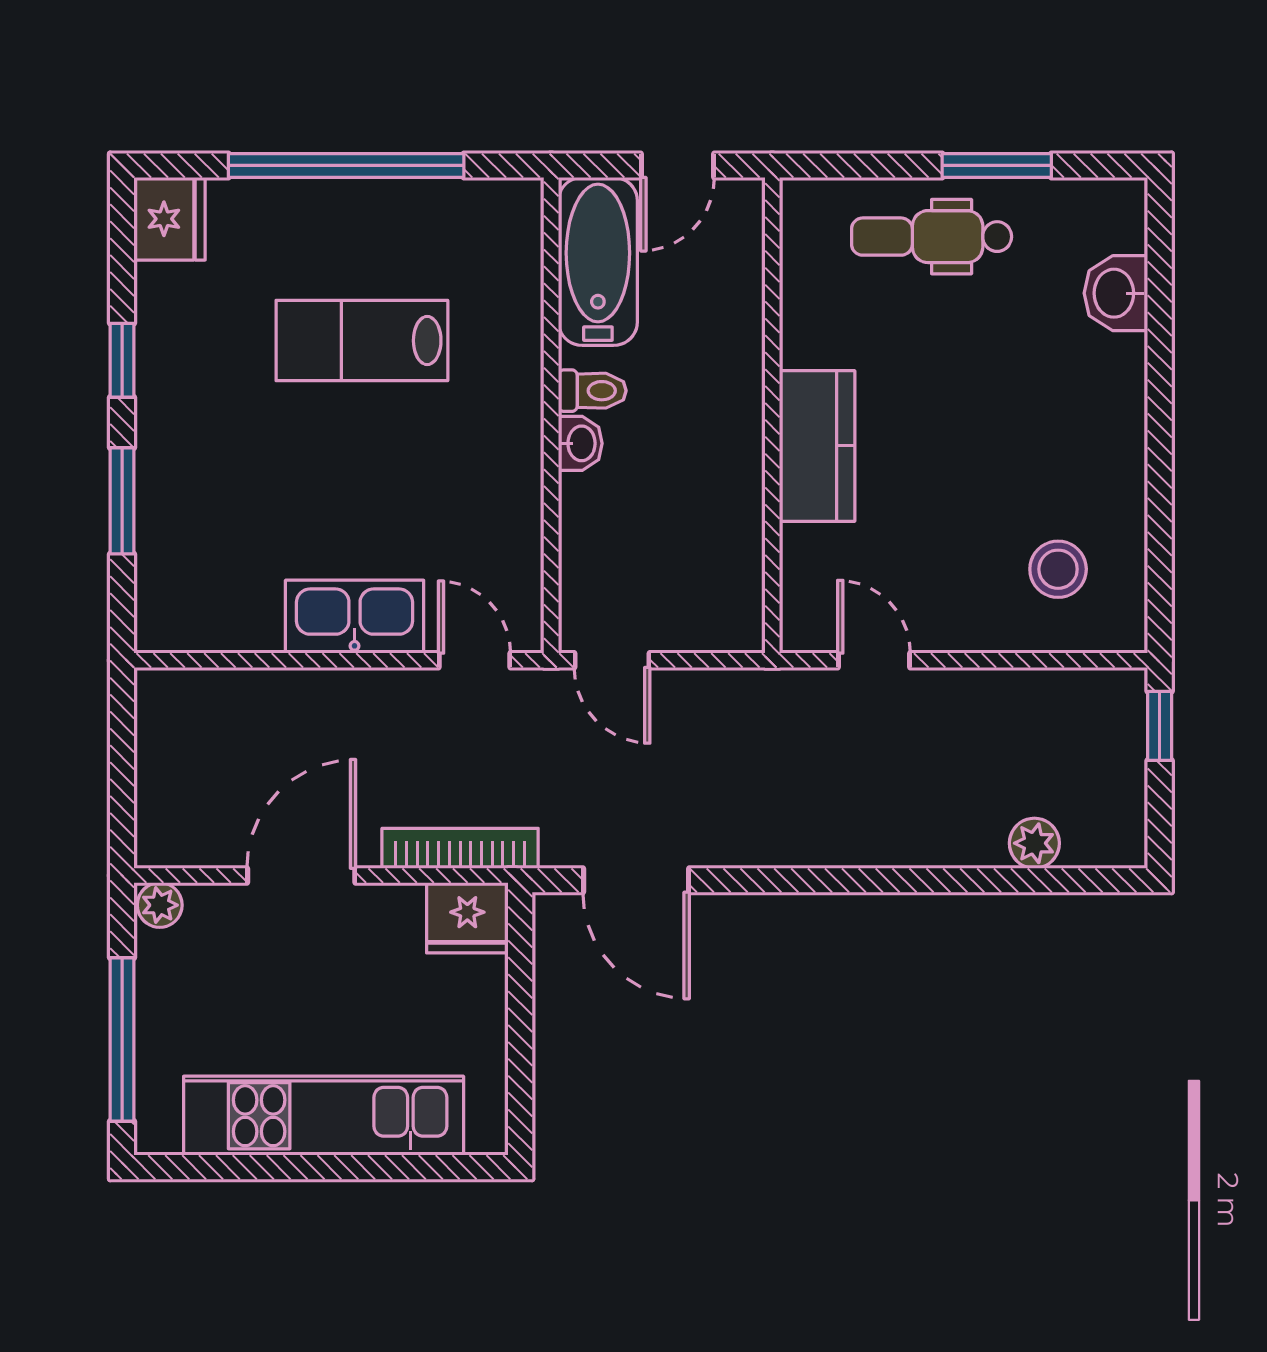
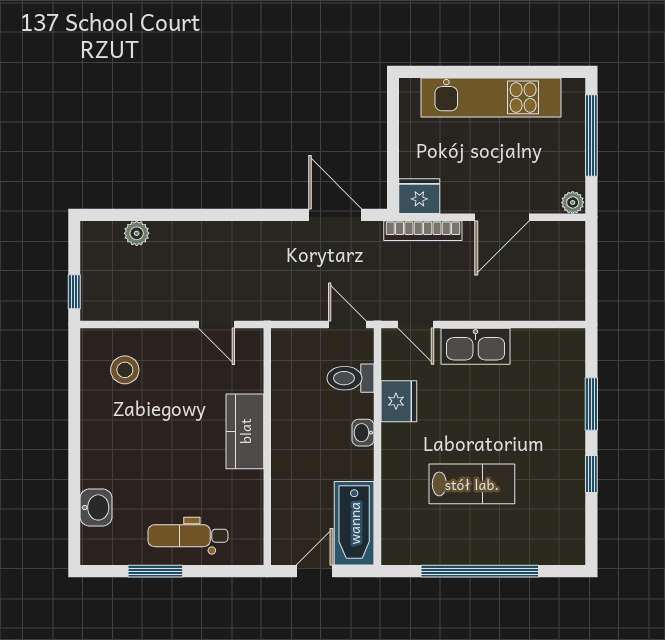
fridge: (170, 219) -> (399, 401), moved, turned 180
dental chair: (932, 237) -> (188, 536), turned 180
toilet: (592, 391) -> (351, 378), moved, width x1.37, depth x1.39

